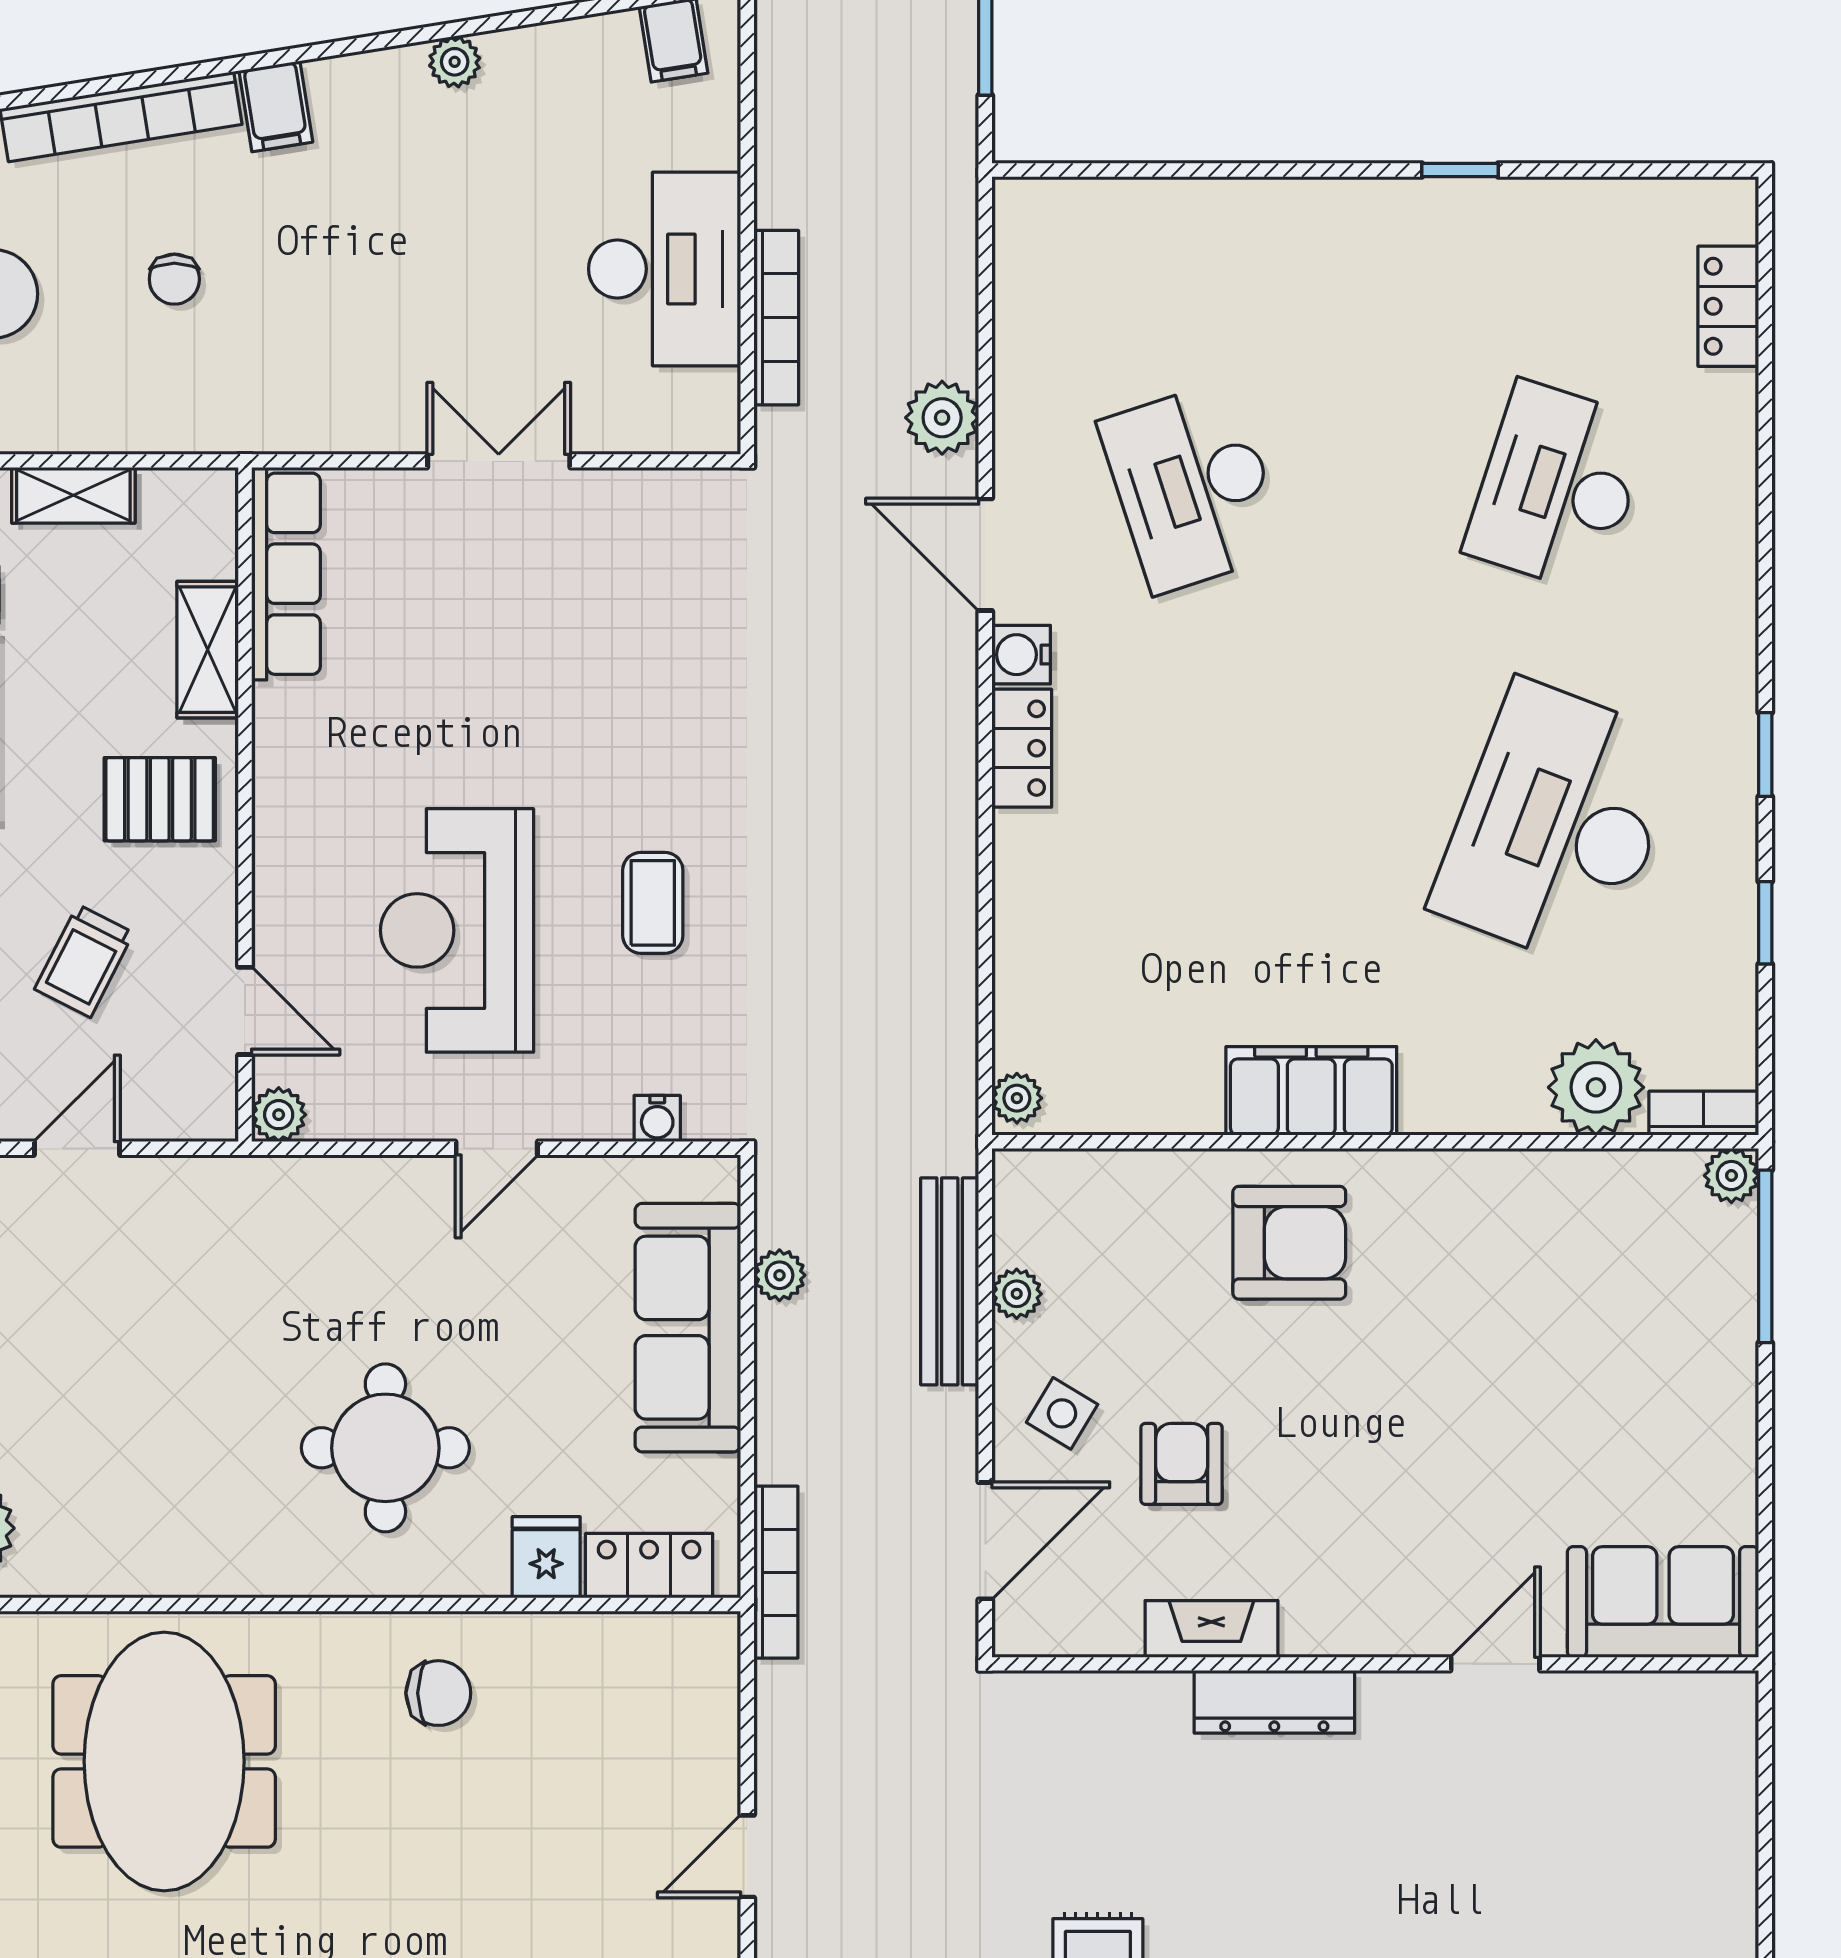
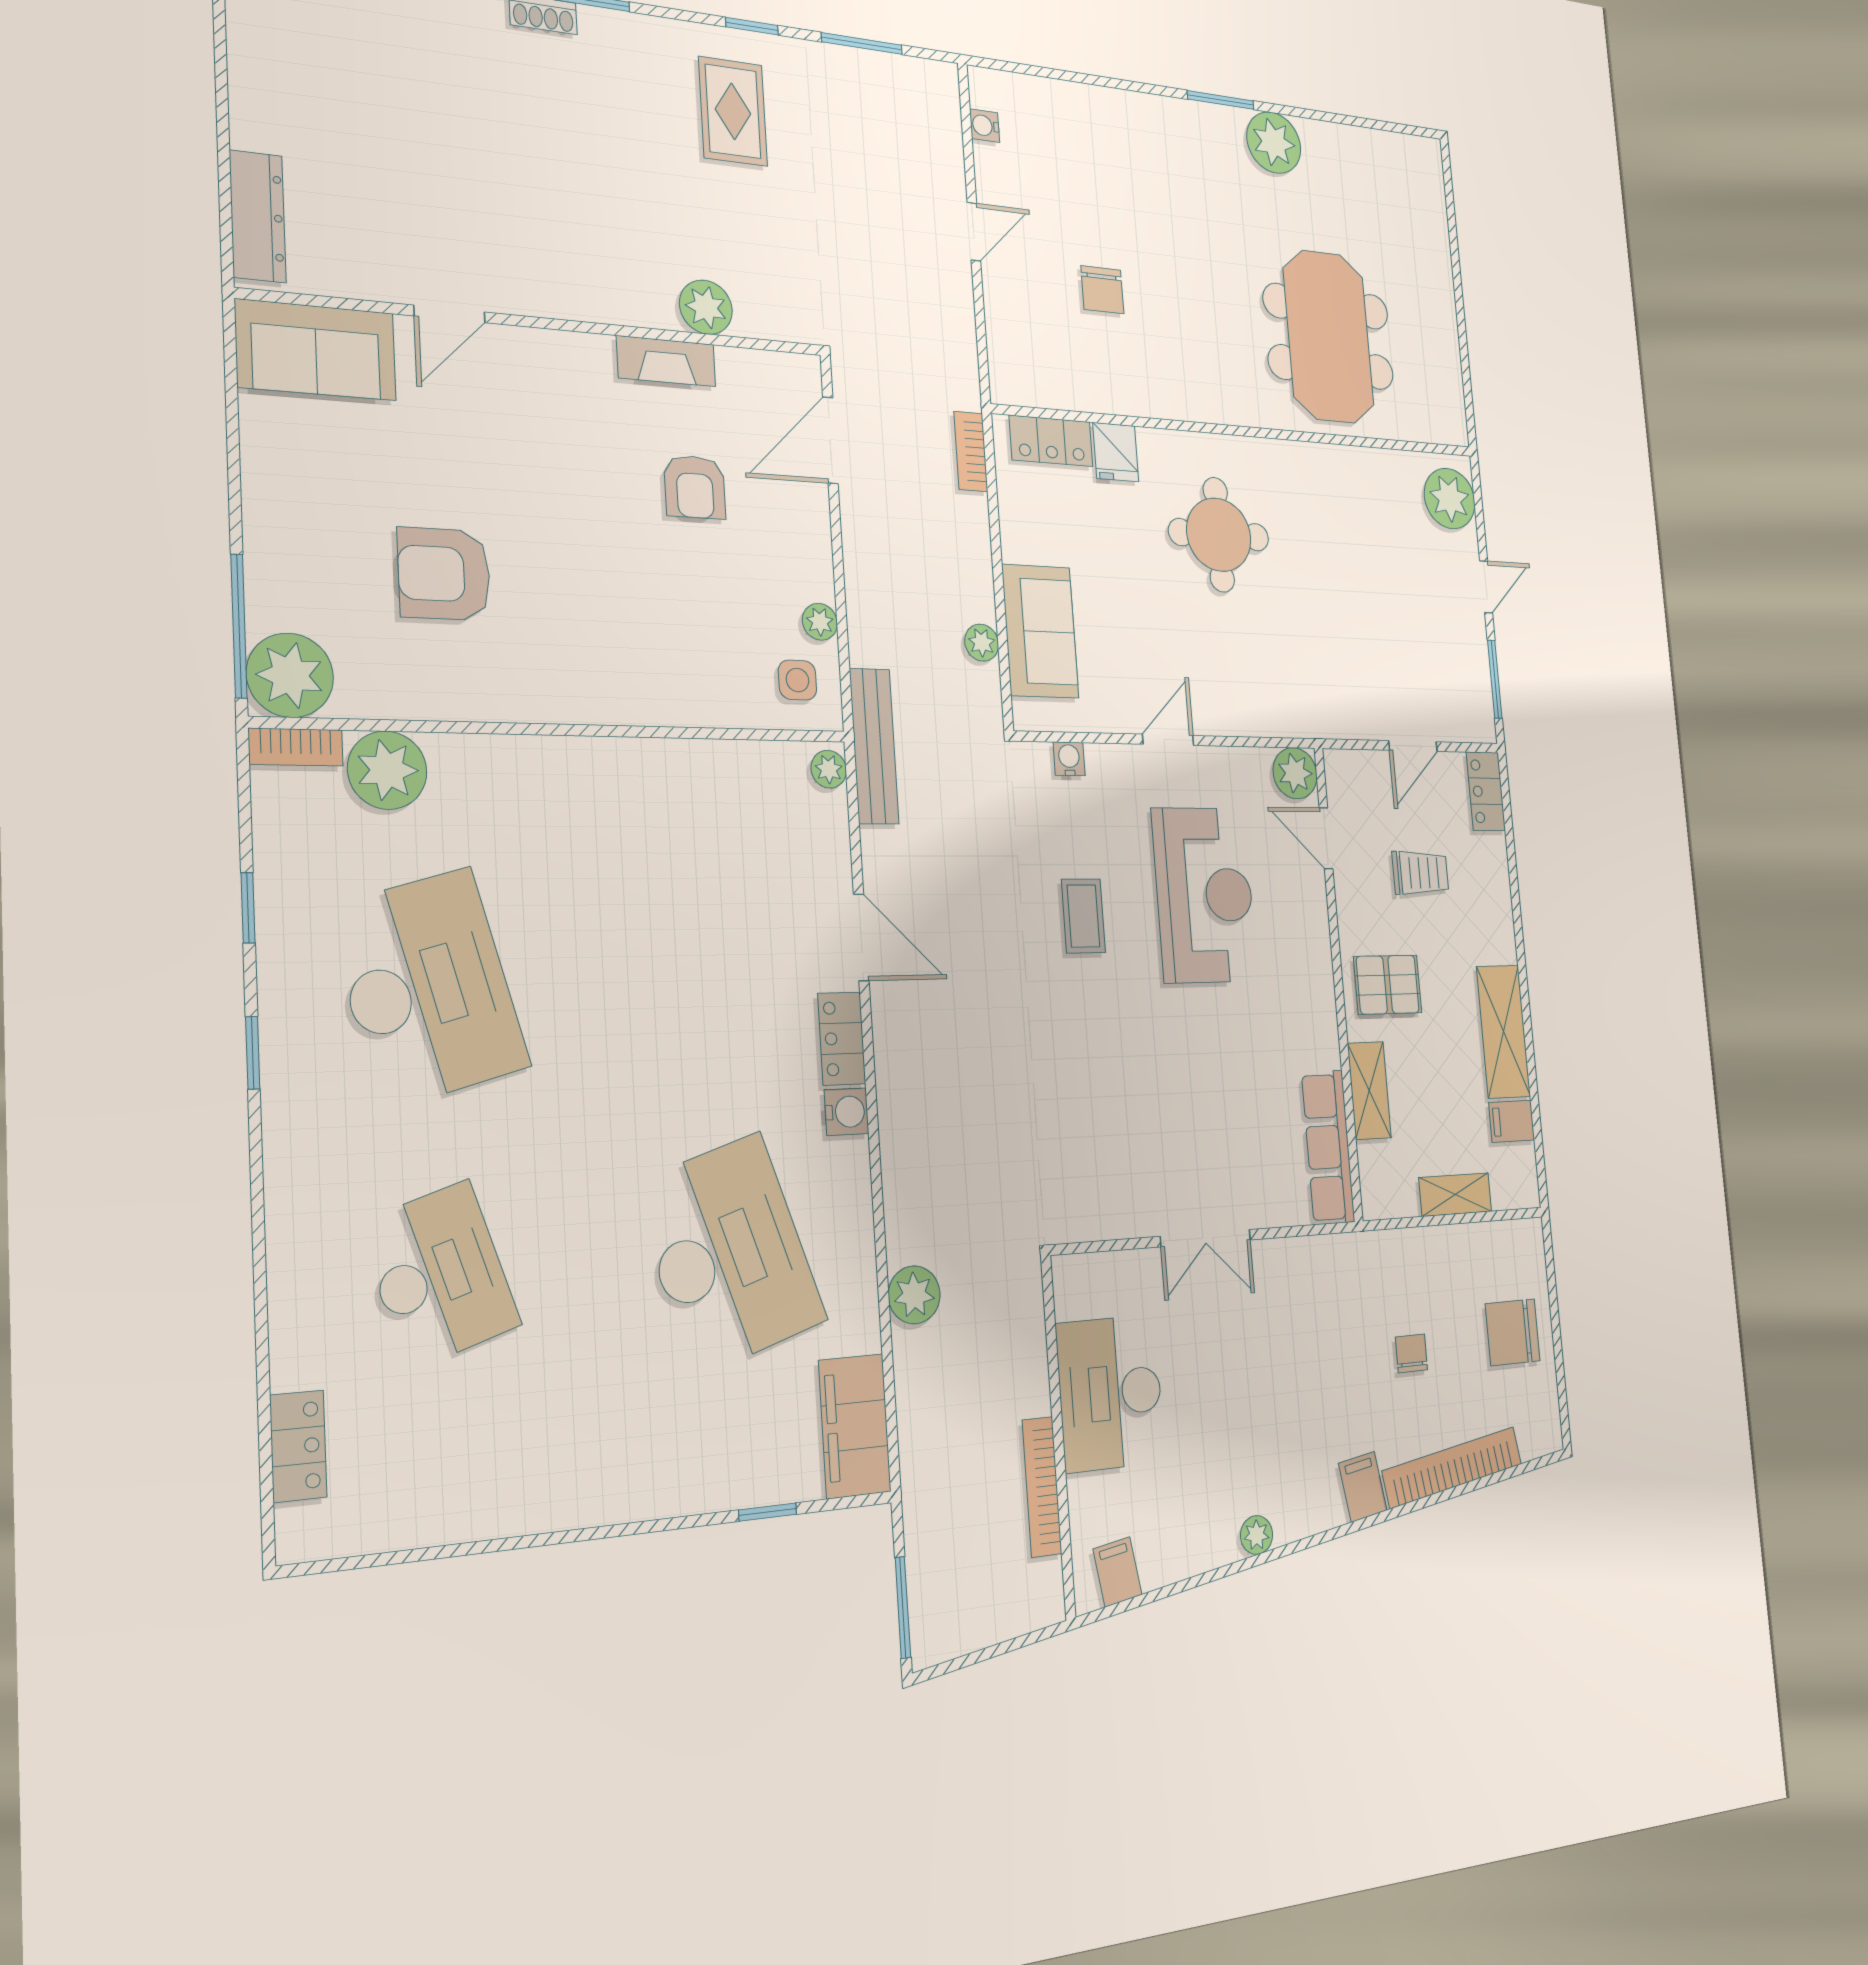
window: (1460, 170) -> (768, 1512), moved
bookcase: (776, 318) -> (1042, 1487), moved
desk: (1193, 487) -> (729, 1254), width x1.36, depth x1.30
desk: (1558, 487) -> (439, 1275), turned -36
door: (985, 555) -> (861, 937), moved
desk: (1558, 825) -> (428, 988), turned -36
trolley: (84, 961) -> (1420, 873), turned 63
filing cabinet: (1311, 1091) -> (855, 1426), moved, turned 90
plant: (279, 1115) -> (1295, 773), width x1.38, depth x1.38
plant: (1731, 1176) -> (290, 675), width x1.88, depth x1.88
armchair: (1289, 1243) -> (444, 574), moved
bench: (950, 1281) -> (874, 746), moved
sofa: (688, 1328) -> (1040, 631), width x0.73
side table: (1062, 1413) -> (797, 680), moved, turned -31
bookcase: (776, 1572) -> (971, 451), width x0.64
chair: (438, 1693) -> (1102, 290), moved, turned -90
dresser: (1274, 1702) -> (258, 216), moved, turned 90
plant: (1152, 1707) -> (706, 307), added

